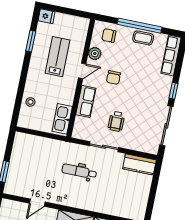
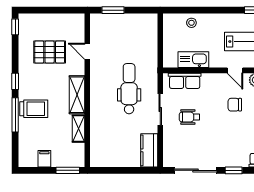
row of seats: (86, 101) -> (185, 81), moved
kitchen sink: (62, 119) -> (193, 60), moved
dental chair: (79, 171) -> (129, 89), width x1.36, depth x1.38

